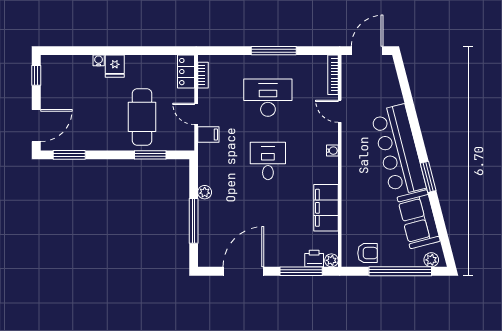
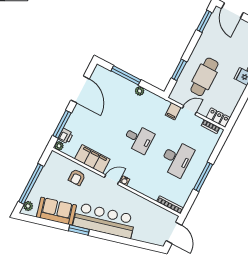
door: (340, 111) -> (112, 180), moved
cafe table: (142, 117) -> (204, 77), turned 90
armchair: (368, 253) -> (77, 177), moved

